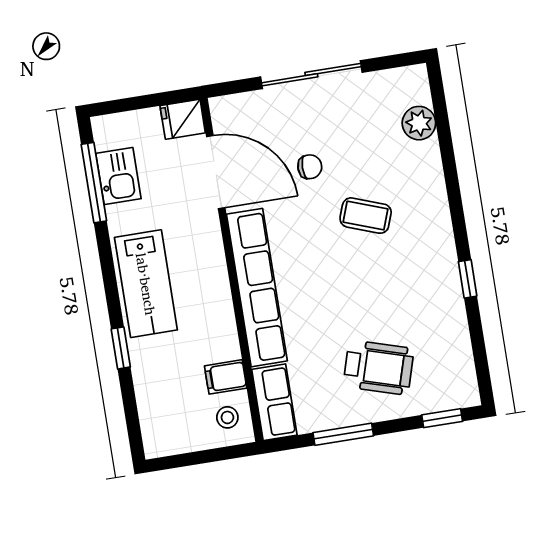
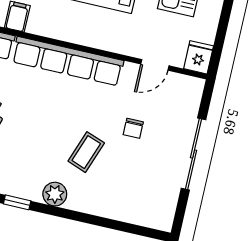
plant: (419, 123) -> (55, 194), moved
door: (216, 172) -> (155, 65), width x0.53

